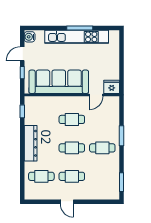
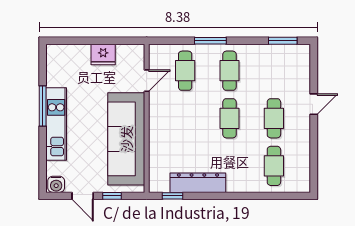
kitchen unit: (77, 37) -> (56, 124), width x0.73
fridge: (112, 87) -> (103, 54), moved, turned -90
door: (96, 95) -> (147, 81), hinge flipped
cafe table: (72, 119) -> (185, 71), moved
dresser: (31, 143) -> (198, 183), moved
door: (67, 202) -> (314, 104), moved

